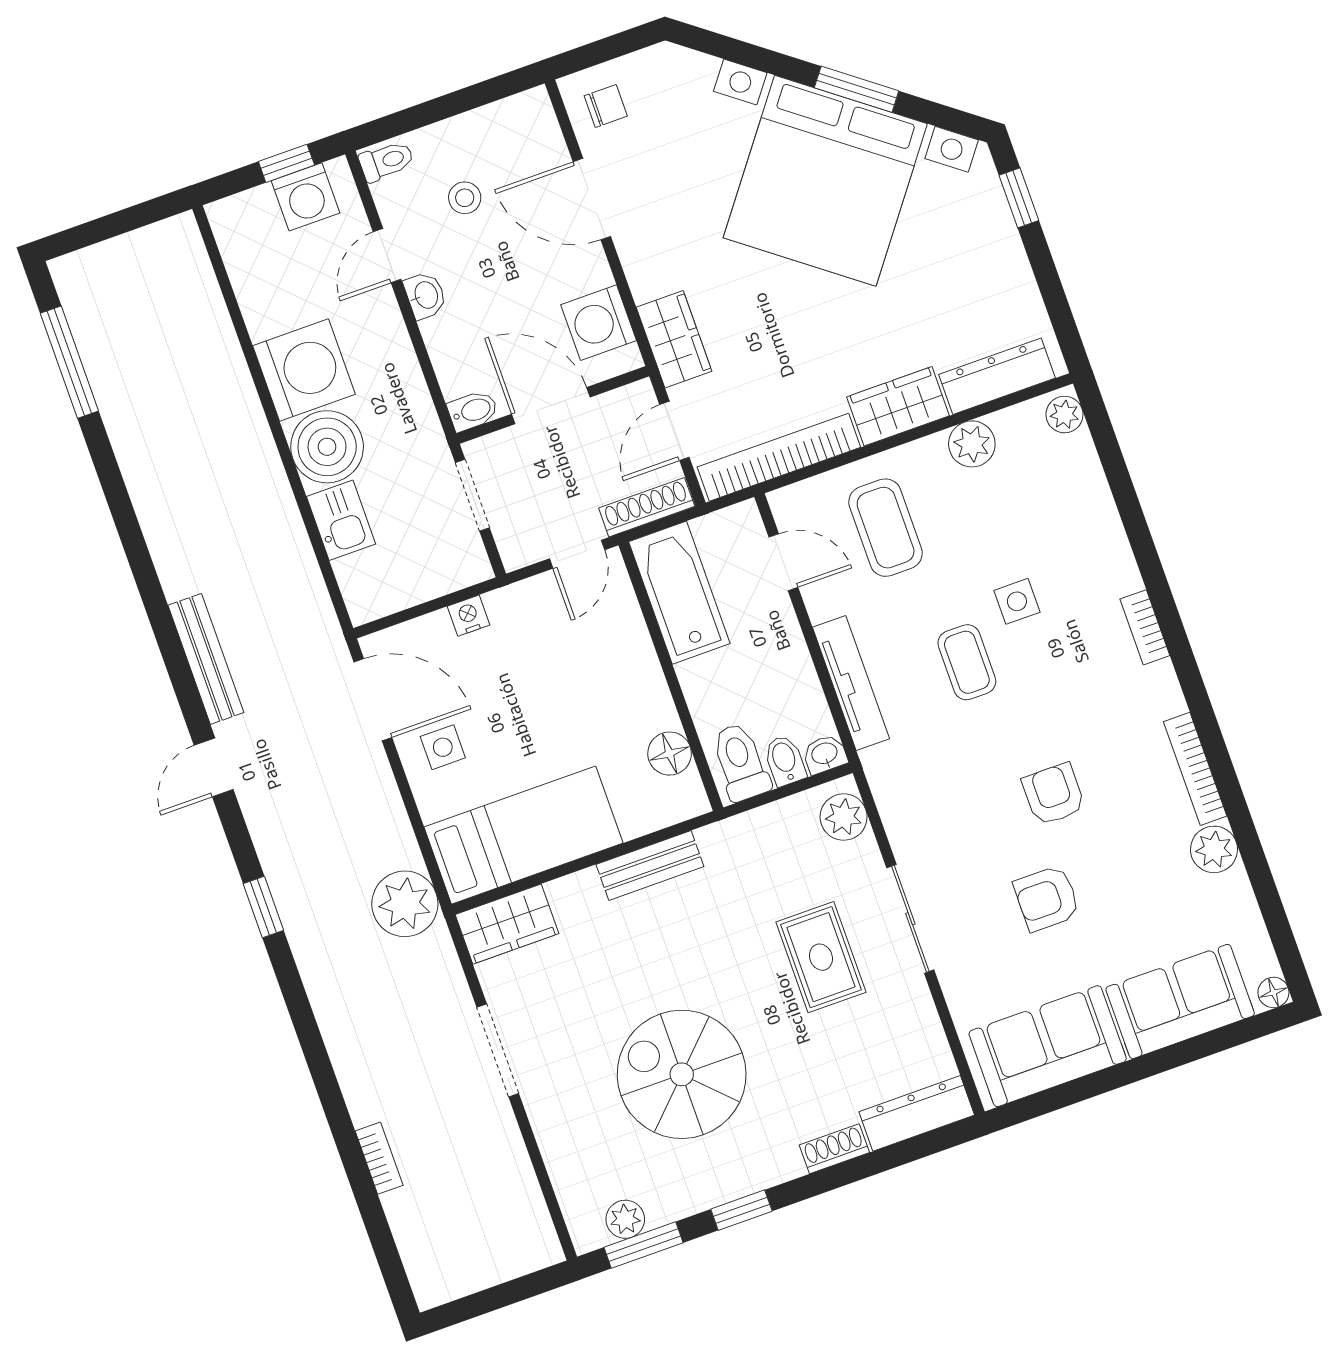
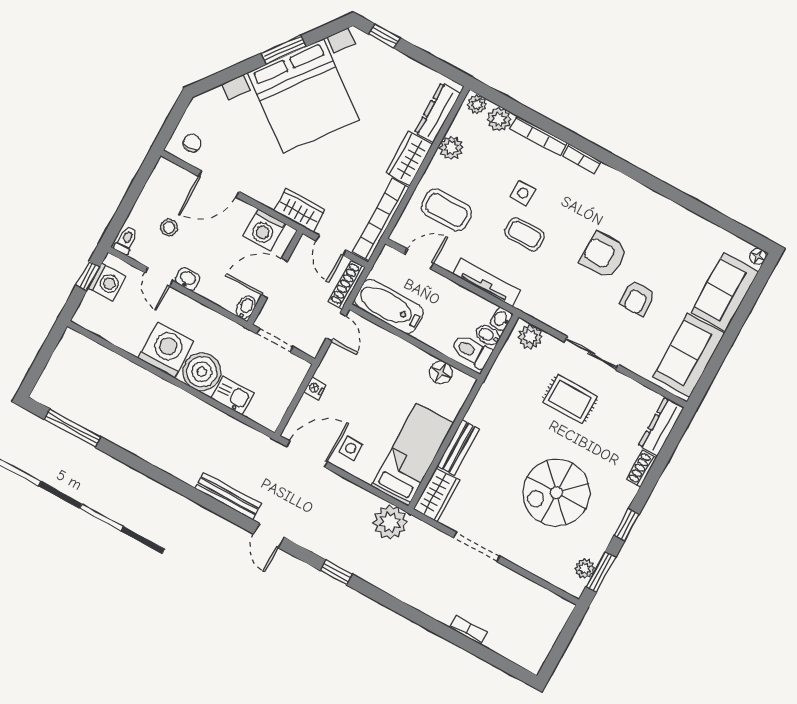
bookcase: (1195, 769) -> (539, 136), moved
armchair: (1054, 794) -> (604, 255), width x1.38, depth x1.38
plant: (1214, 849) -> (499, 119), moved
bench: (650, 866) -> (458, 448), moved

